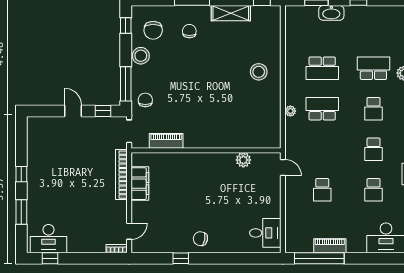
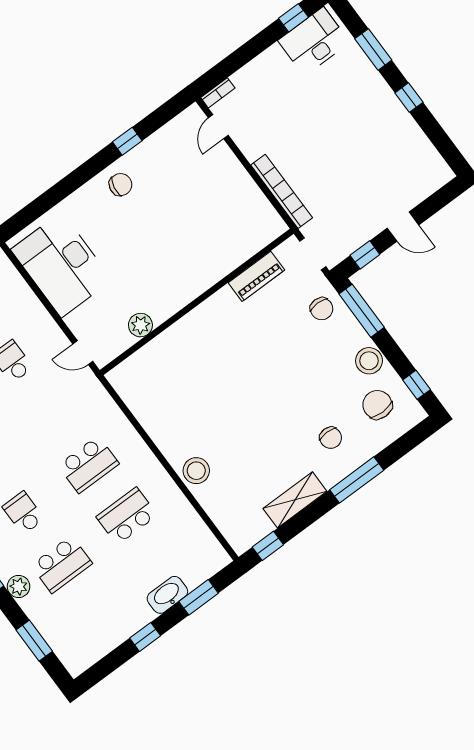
stool: (259, 72) -> (196, 471), moved
plant: (290, 111) -> (127, 432), removed
filing cabinet: (140, 184) -> (250, 197), removed
desk: (265, 233) -> (61, 265), width x1.87, depth x1.30

